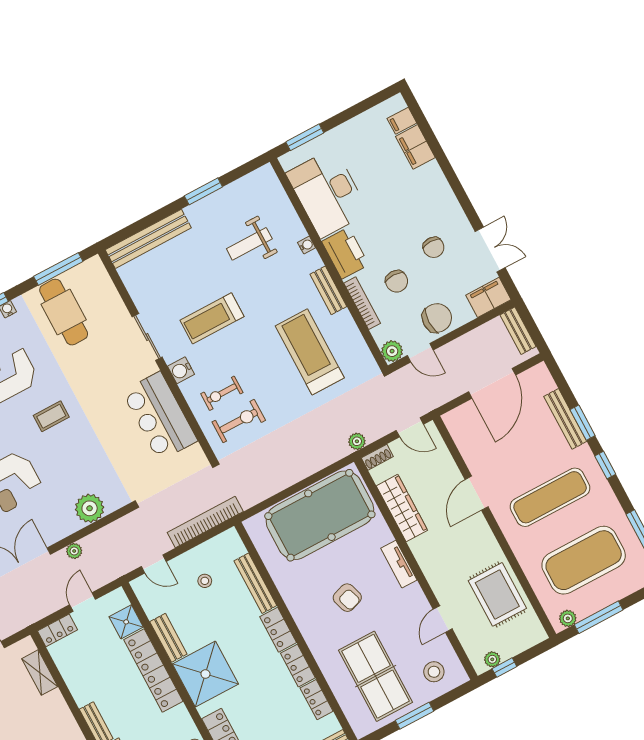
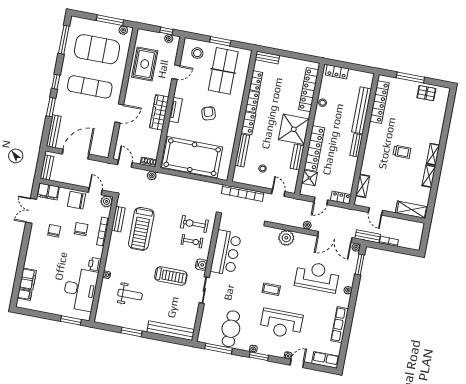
printer: (345, 253) -> (95, 264), width x0.53, depth x0.68
bench: (328, 290) -> (118, 219), moved
bench: (565, 419) -> (54, 131), moved
wardrobe: (402, 508) -> (159, 112), moved

